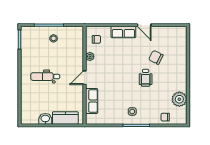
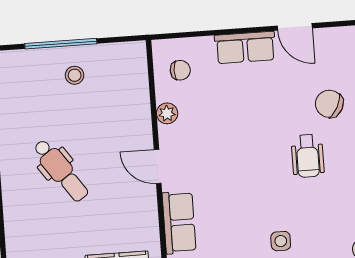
dental chair: (45, 77) -> (61, 170), turned -125
door: (85, 78) -> (158, 166), hinge flipped

